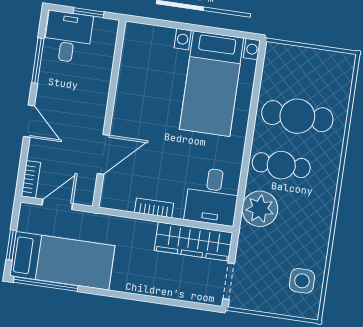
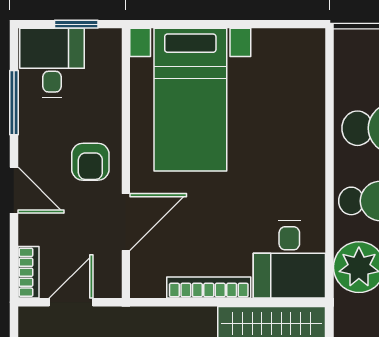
bed with nightstands: (212, 84) -> (190, 100), moved
armchair: (85, 109) -> (90, 162), added
bookcase: (154, 208) -> (209, 287), width x1.56

